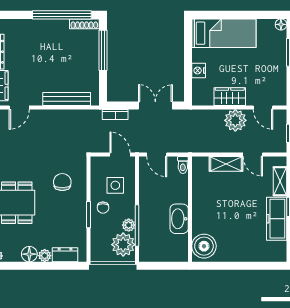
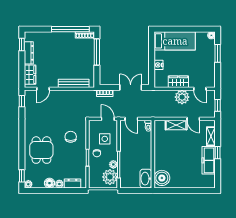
washbasin: (179, 219) -> (146, 179), moved

